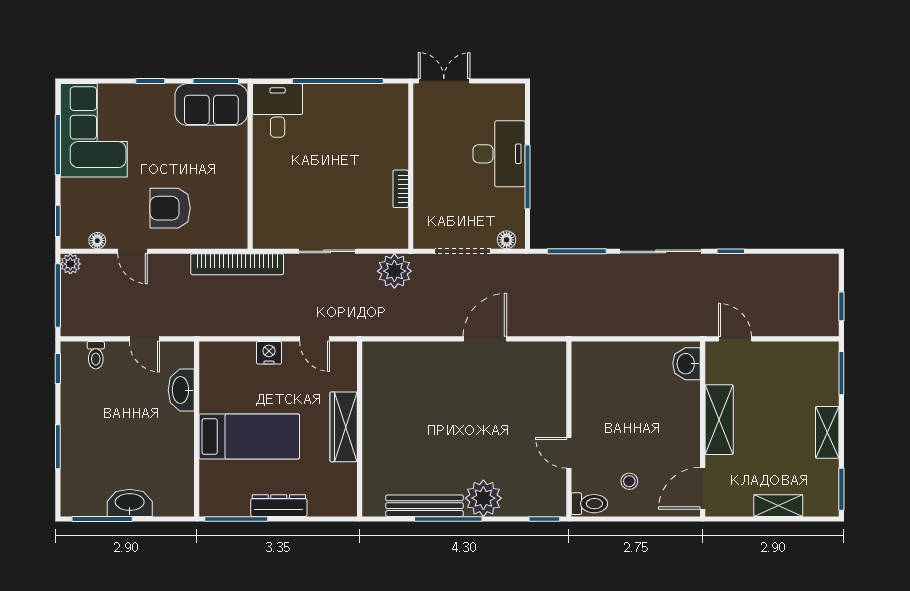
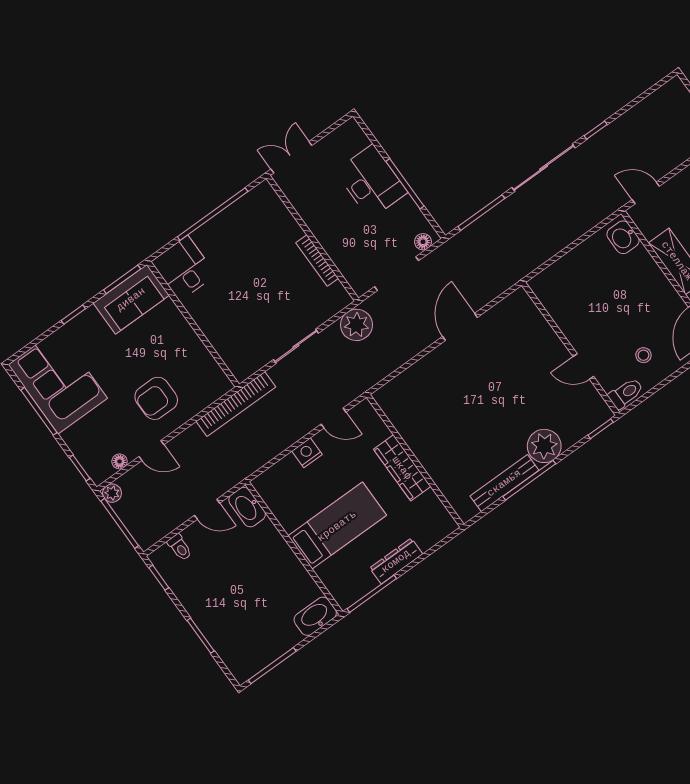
bookcase: (401, 189) -> (317, 260), width x1.56
washbasin: (181, 390) -> (247, 507), moved
washbasin: (130, 503) -> (315, 616), moved

